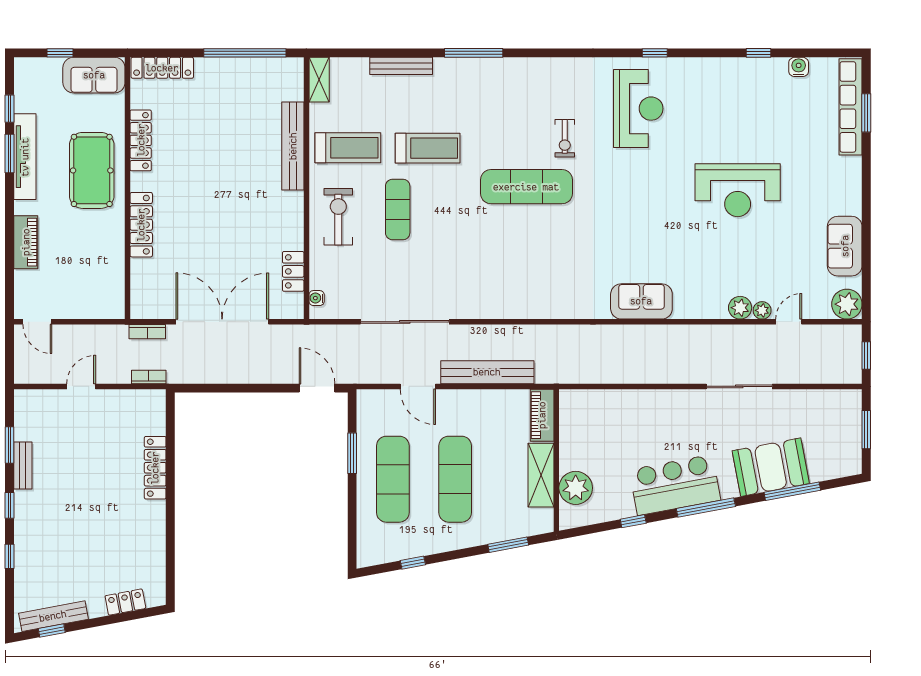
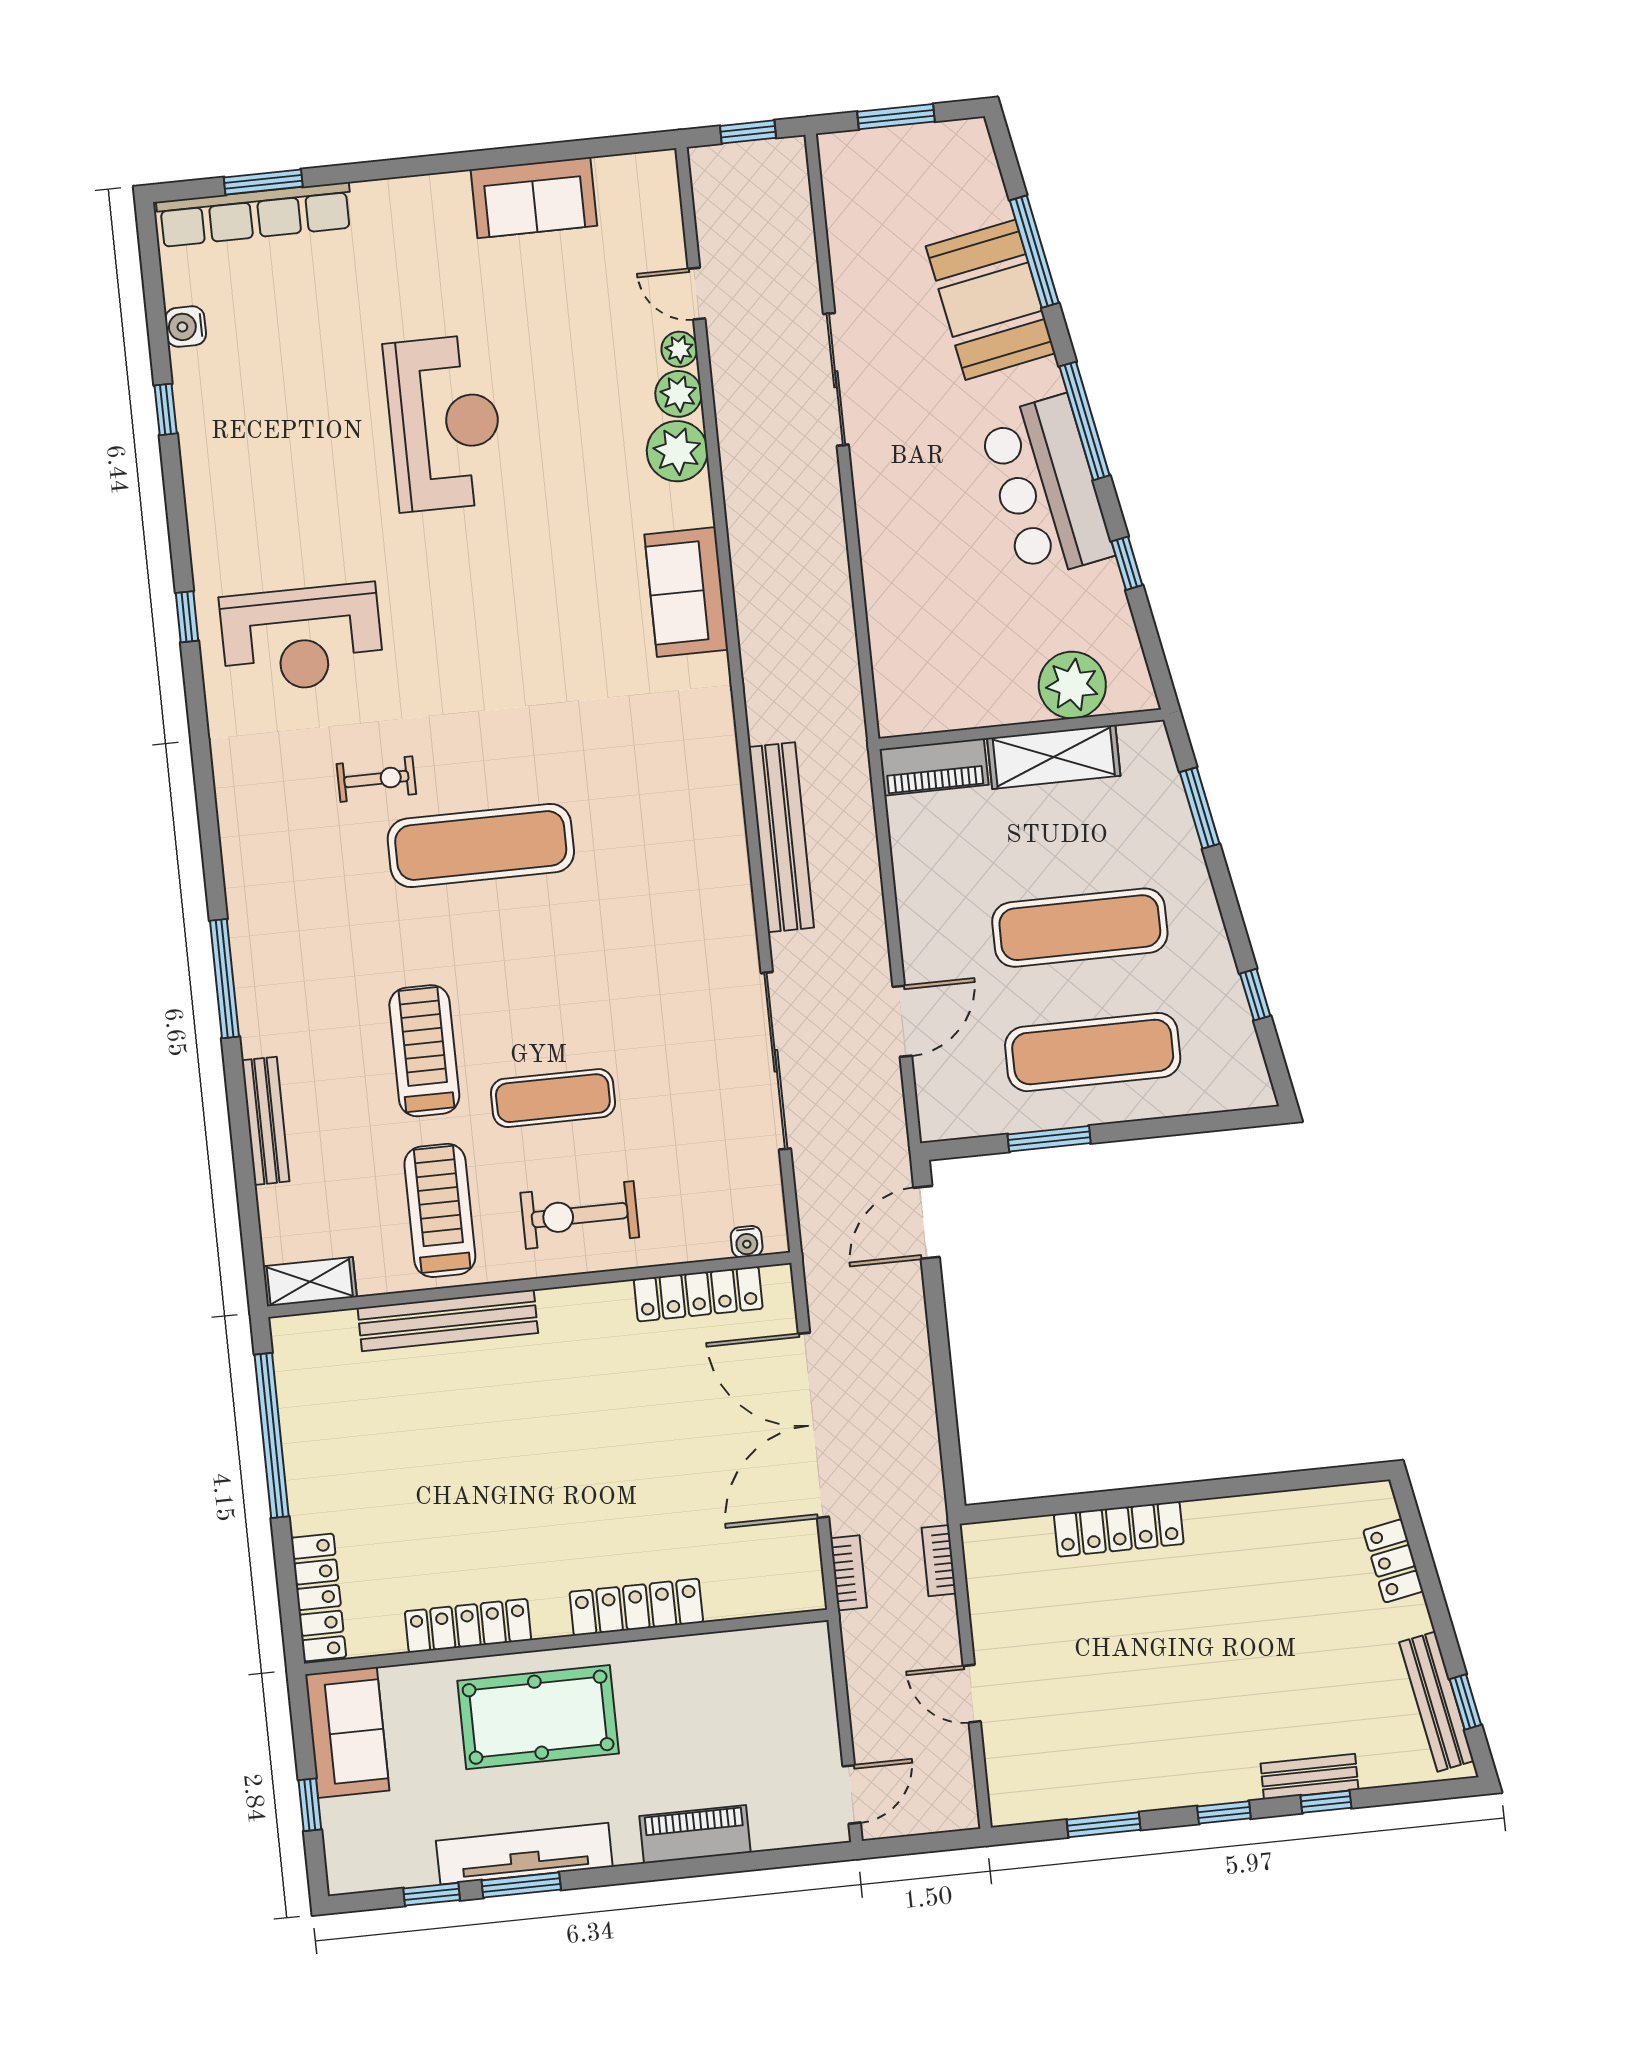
reception desk: (638, 109) -> (302, 638), turned 180
exercise mat: (526, 187) -> (481, 845), turned 90
locker: (293, 271) -> (698, 1294), width x1.53
plant: (847, 304) -> (677, 451), moved
bench: (487, 372) -> (781, 837), moved
bench: (23, 466) -> (1310, 1777), moved

